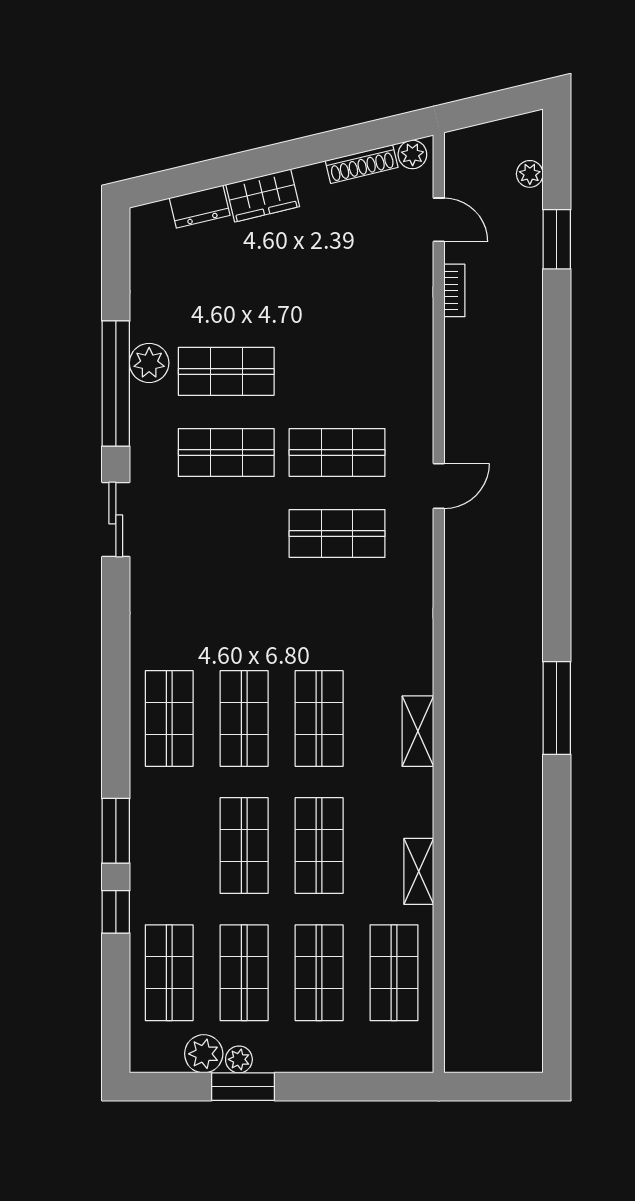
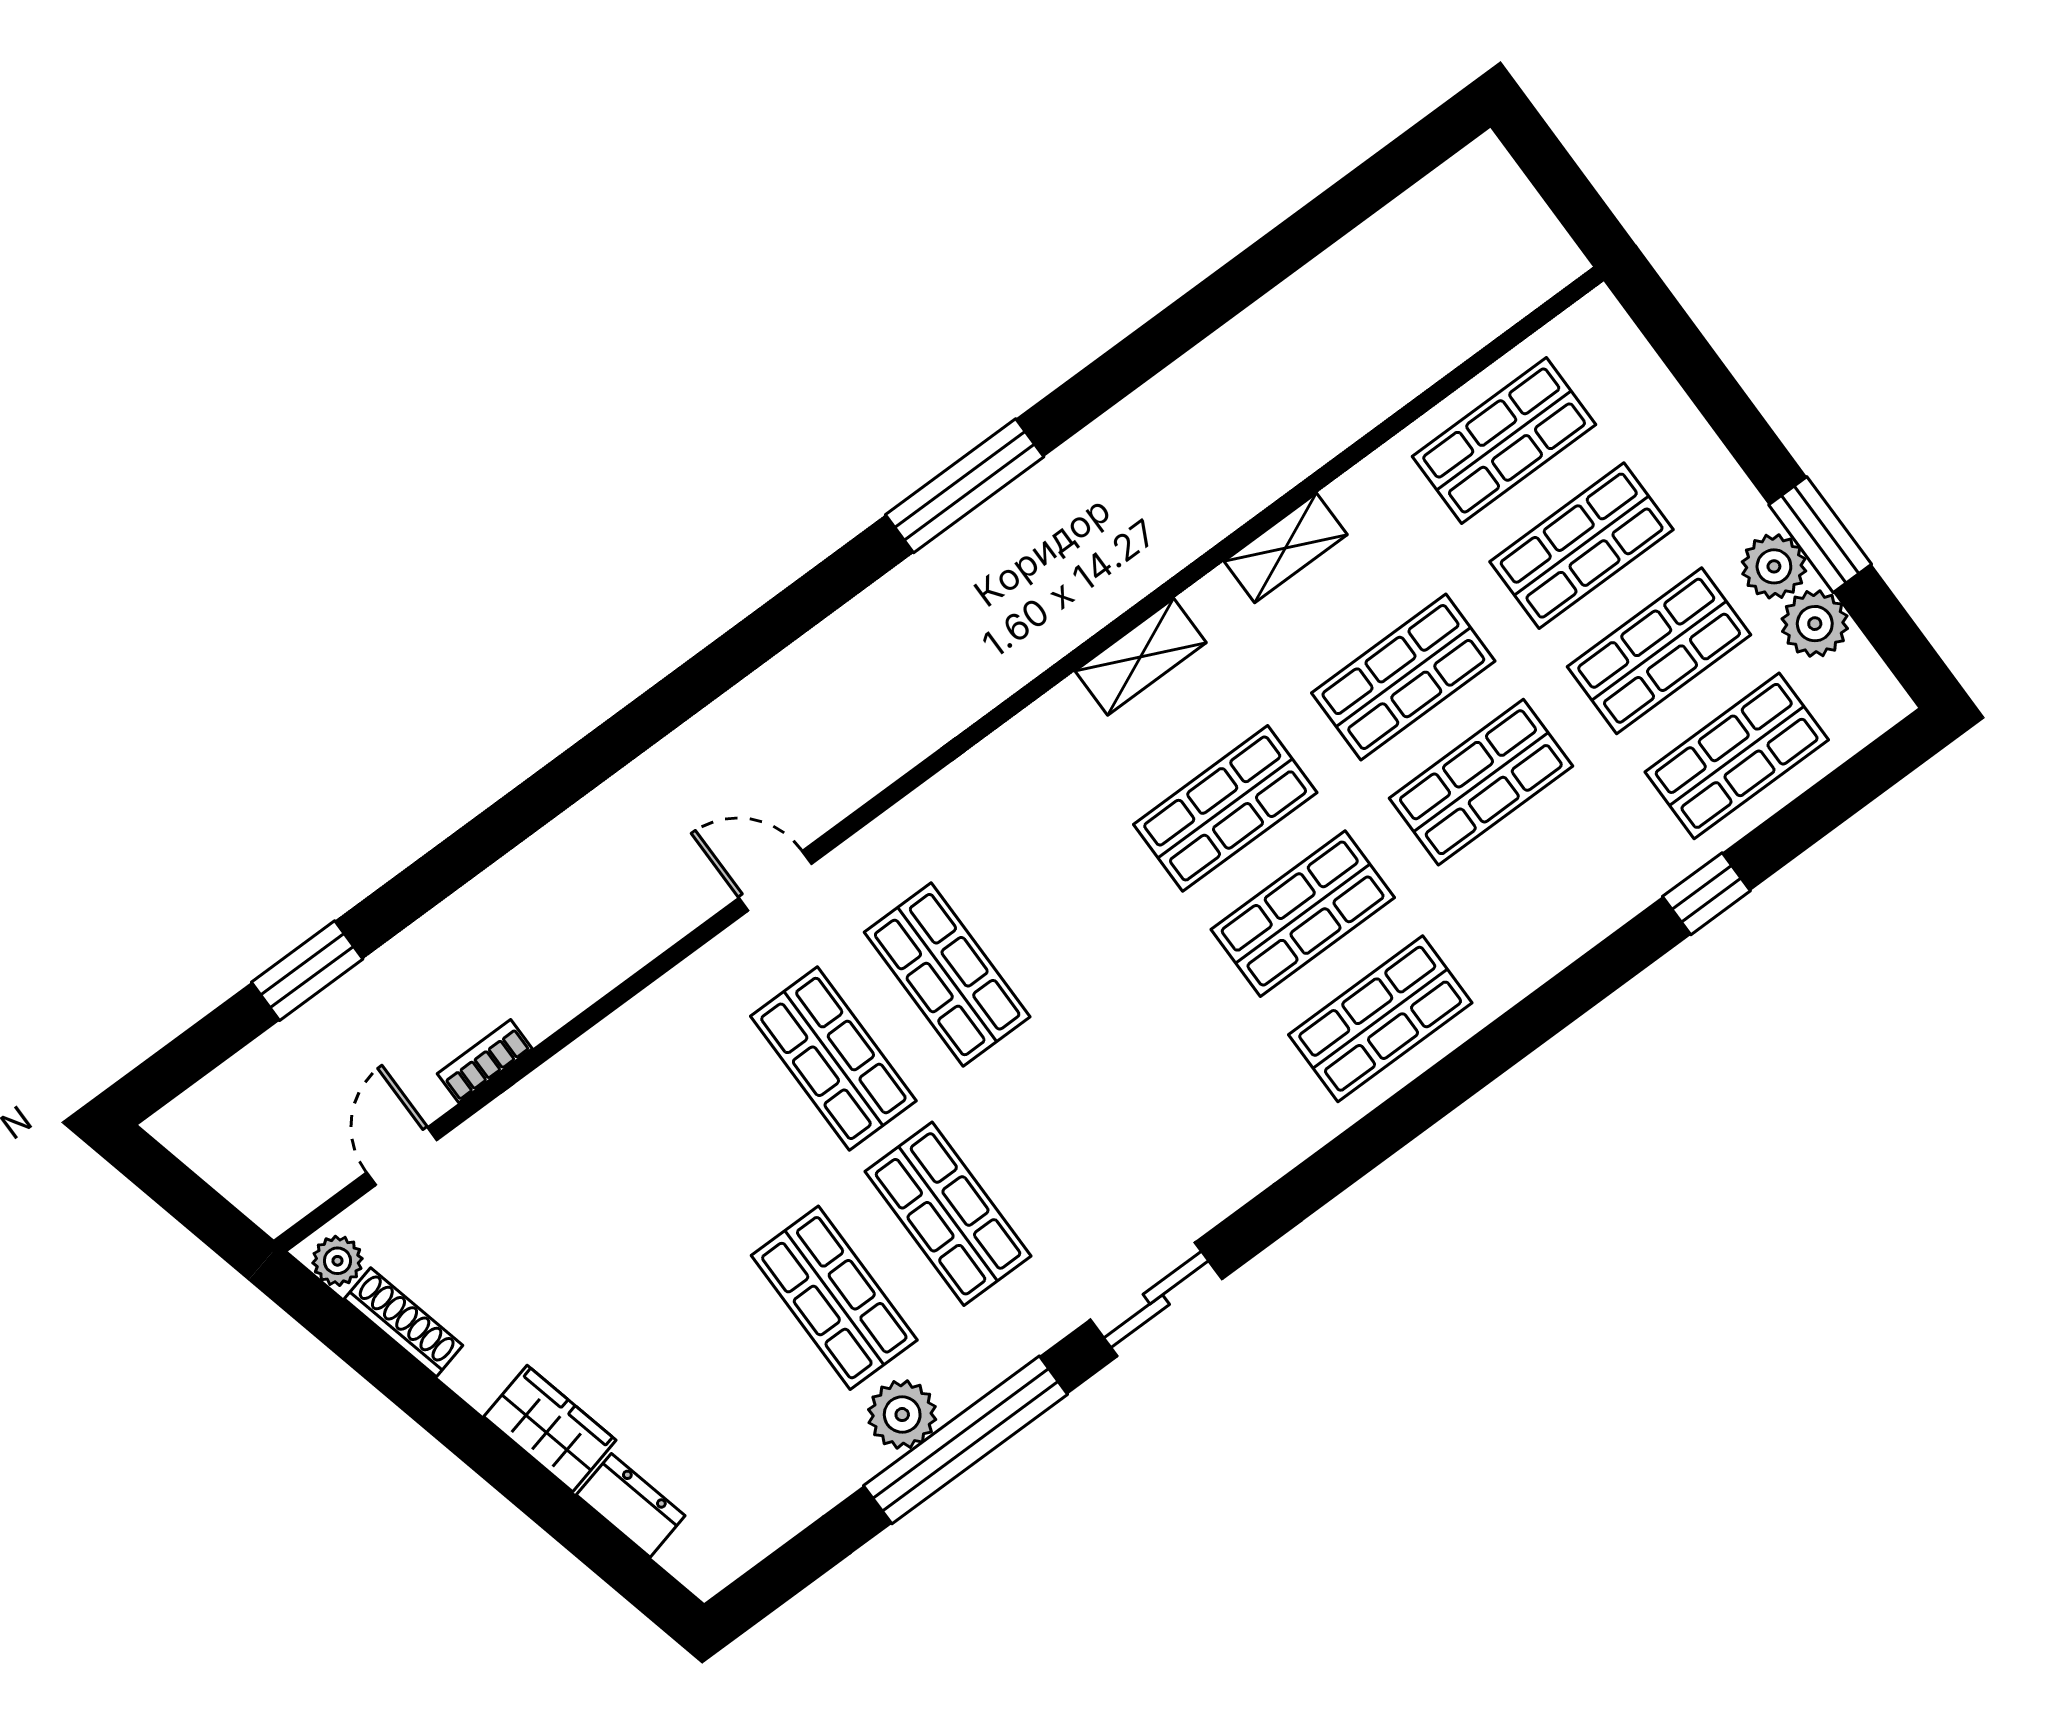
plant: (530, 174) -> (243, 1076), removed
window: (116, 831) -> (1593, 978), removed
shelving: (419, 871) -> (1286, 548), moved
plant: (239, 1059) -> (1774, 566), width x1.38, depth x1.38

